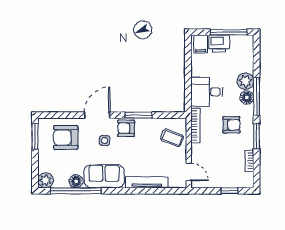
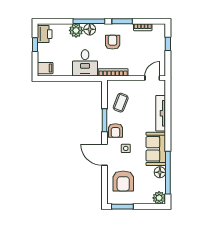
window: (229, 32) -> (35, 45), width x0.46
printer: (219, 44) -> (45, 34), moved
coffee table: (172, 138) -> (121, 103), moved

